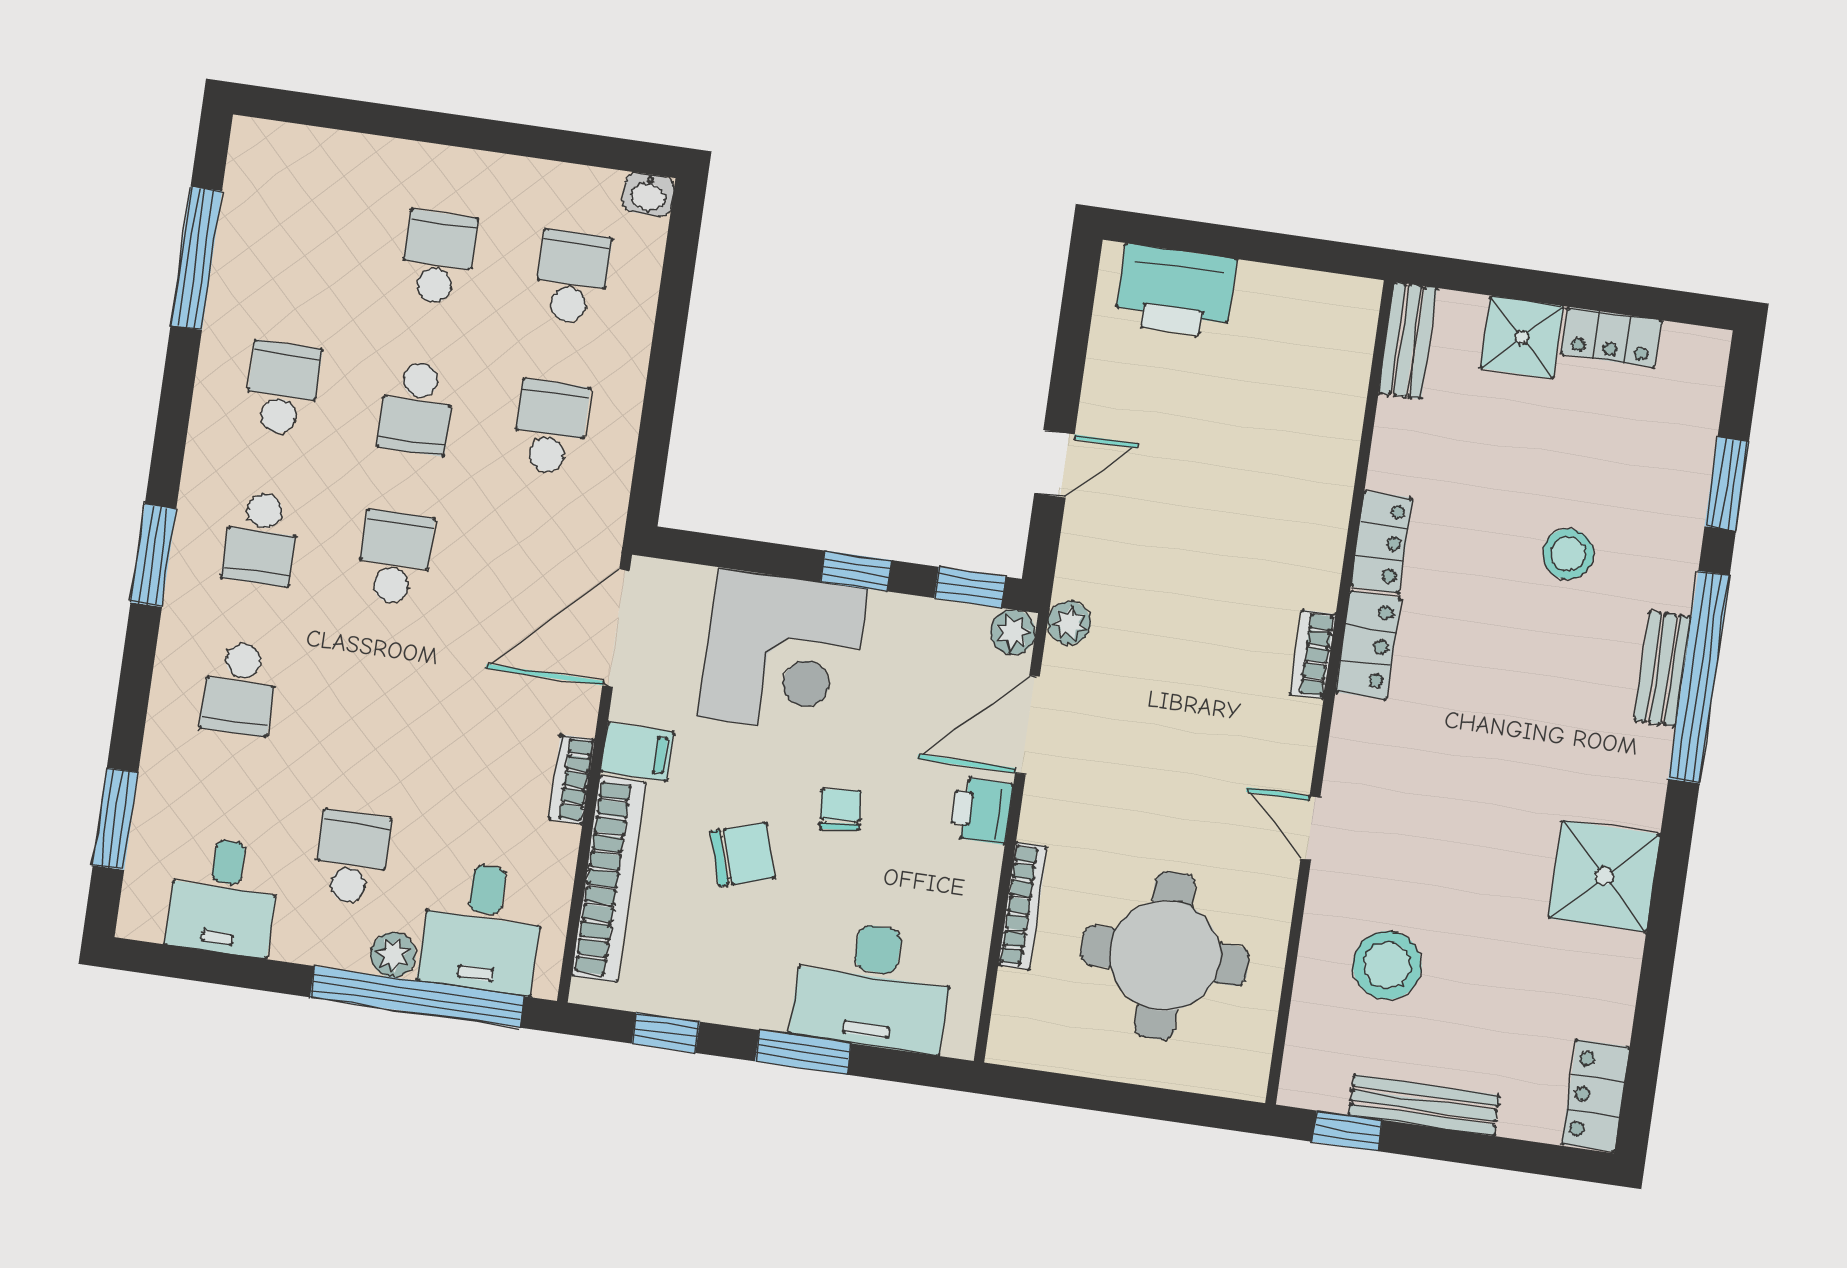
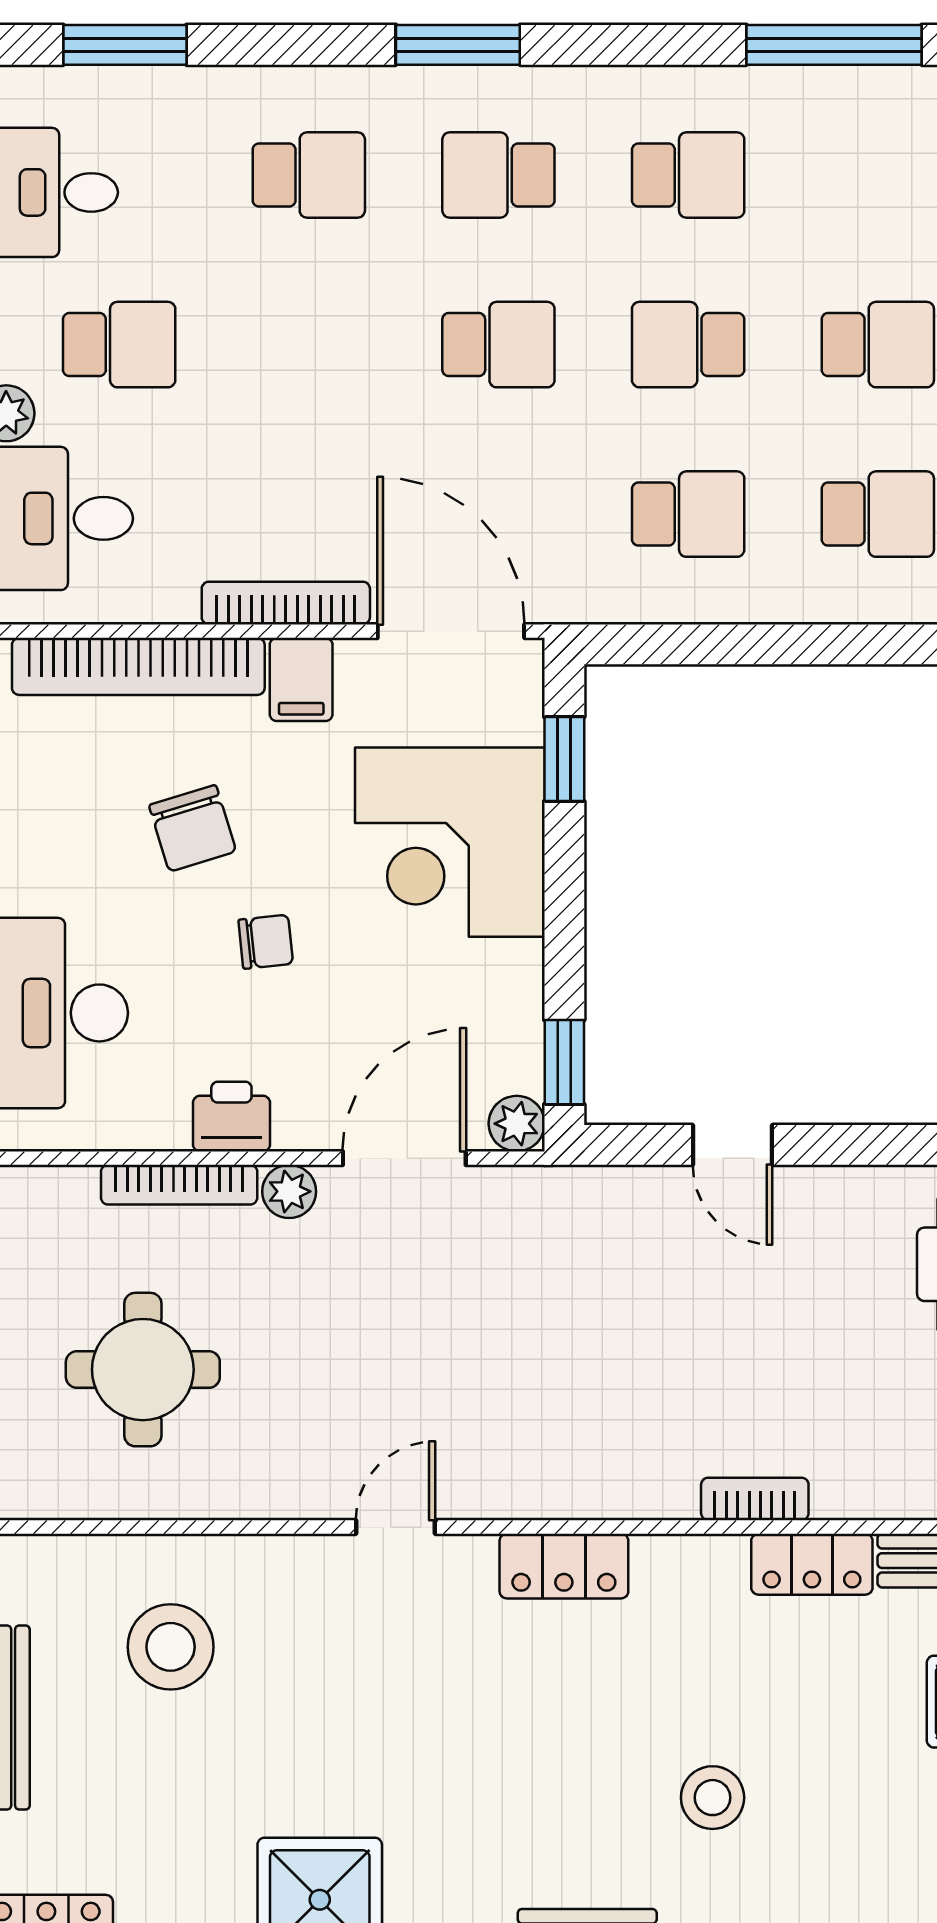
locker: (1382, 542) -> (812, 1564), moved
window: (856, 571) -> (564, 759), moved
plant: (1069, 623) -> (289, 1191), moved
bookcase: (1313, 654) -> (755, 1499), moved
school desk: (239, 688) -> (309, 175), turned 180
door: (1027, 725) -> (404, 1158), hinge flipped
bookcase: (572, 779) -> (286, 603), width x1.56
printer: (982, 811) -> (231, 1117), moved
door: (1310, 828) -> (396, 1527), moved
round table: (1165, 956) -> (143, 1370), width x0.73, depth x0.73

